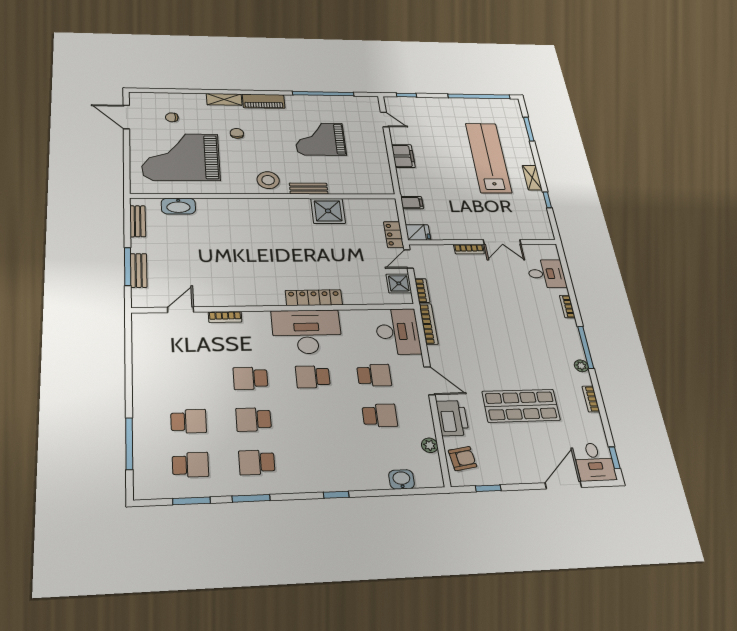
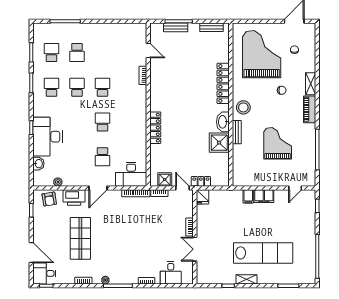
filing cabinet: (412, 203) -> (248, 196), moved
washbasin: (178, 206) -> (223, 122), moved
locker: (231, 206) -> (223, 83), added
desk: (307, 332) -> (47, 137), moved, turned 180
school desk: (380, 415) -> (77, 157), removed
school desk: (190, 465) -> (52, 53), turned 180

